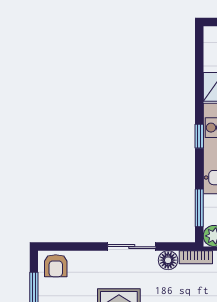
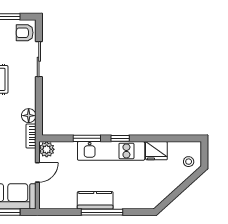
window: (199, 208) -> (87, 138), moved
sliding door: (132, 247) -> (39, 59), moved

